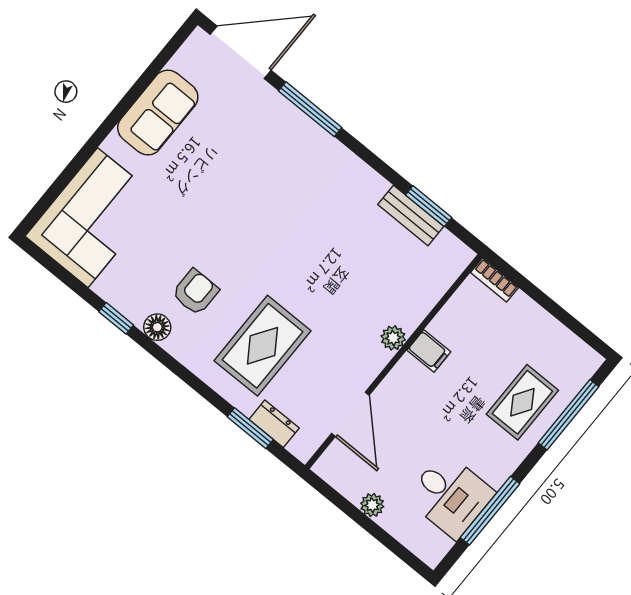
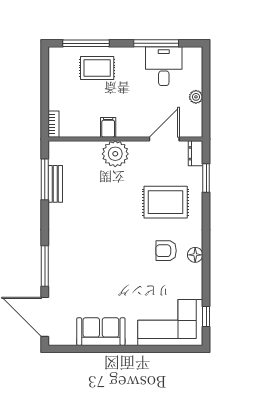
window: (429, 206) -> (45, 179), width x1.44
window: (116, 318) -> (206, 316), moved
plant: (393, 338) -> (115, 154), width x1.88, depth x1.88
dresser: (274, 424) -> (196, 153), moved

